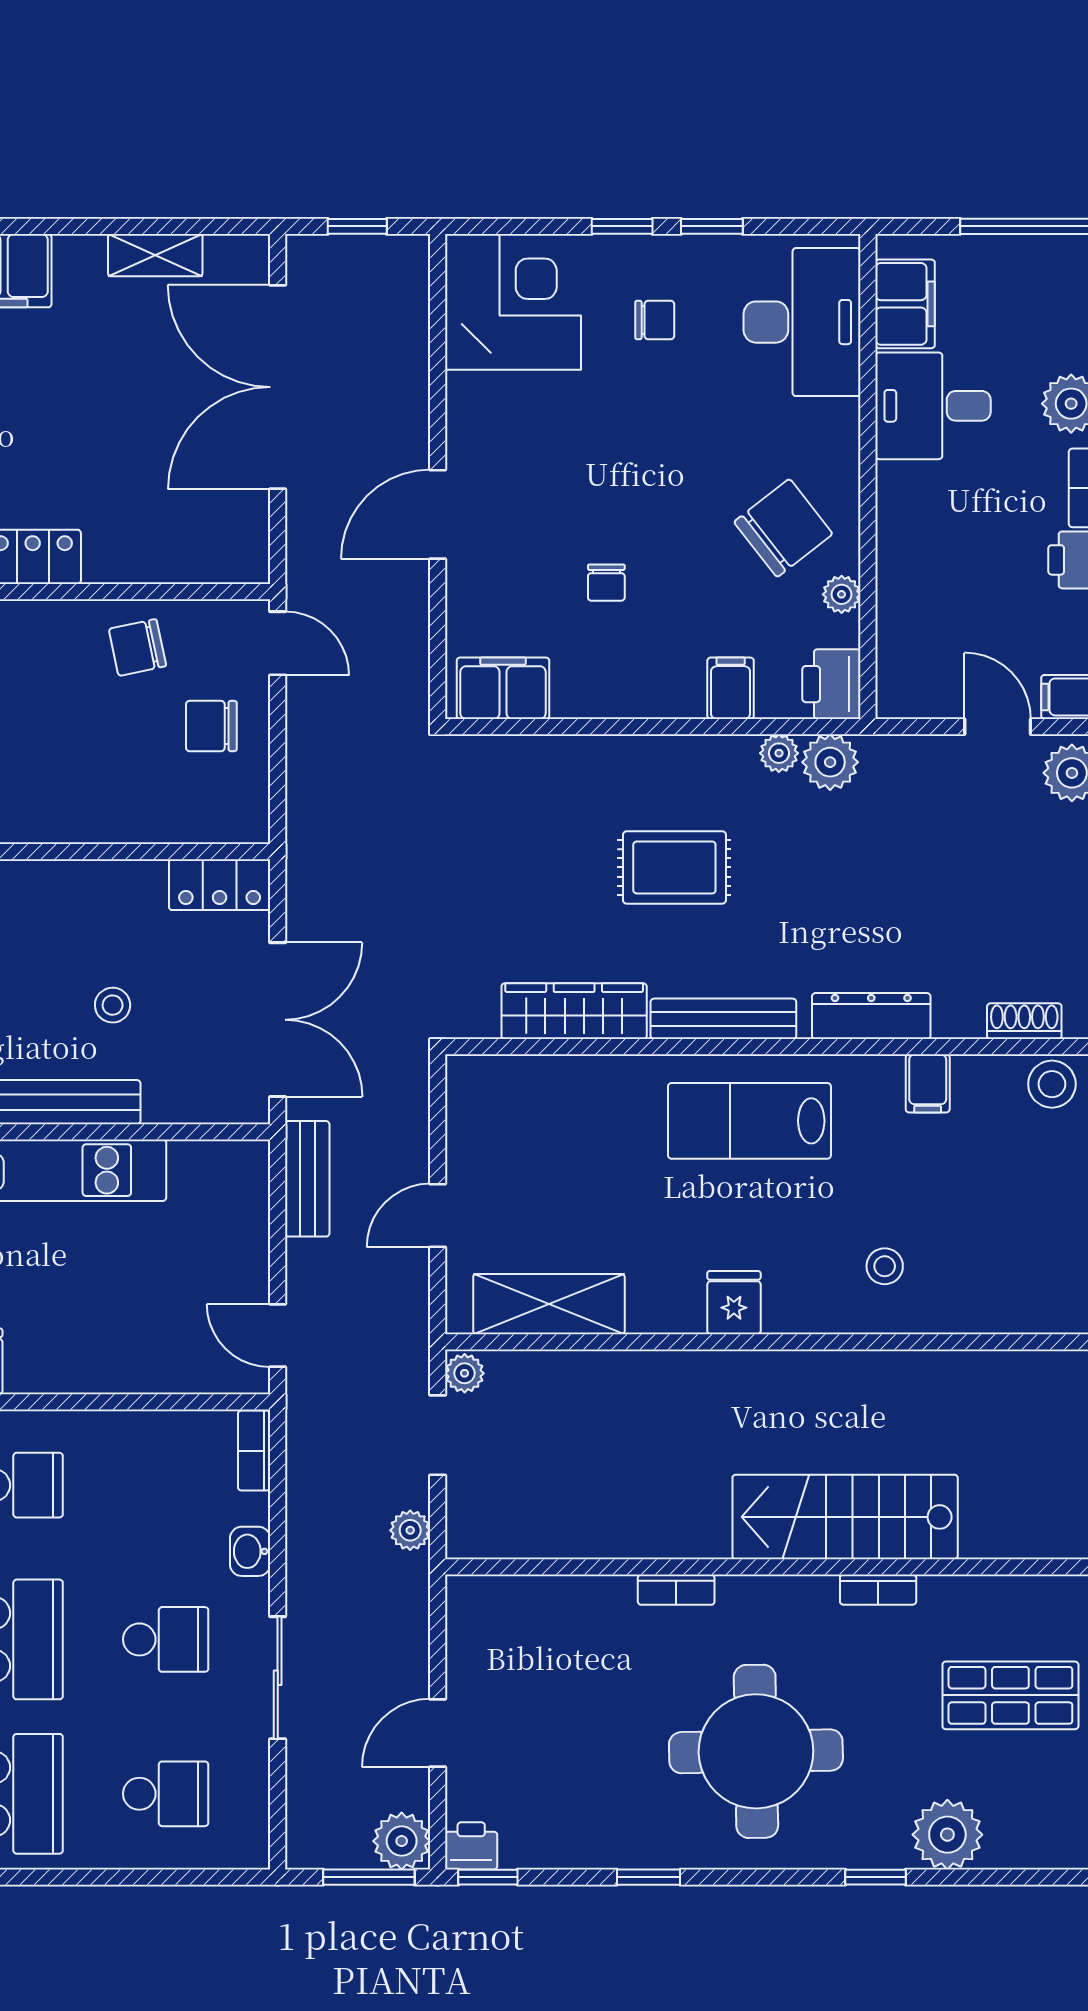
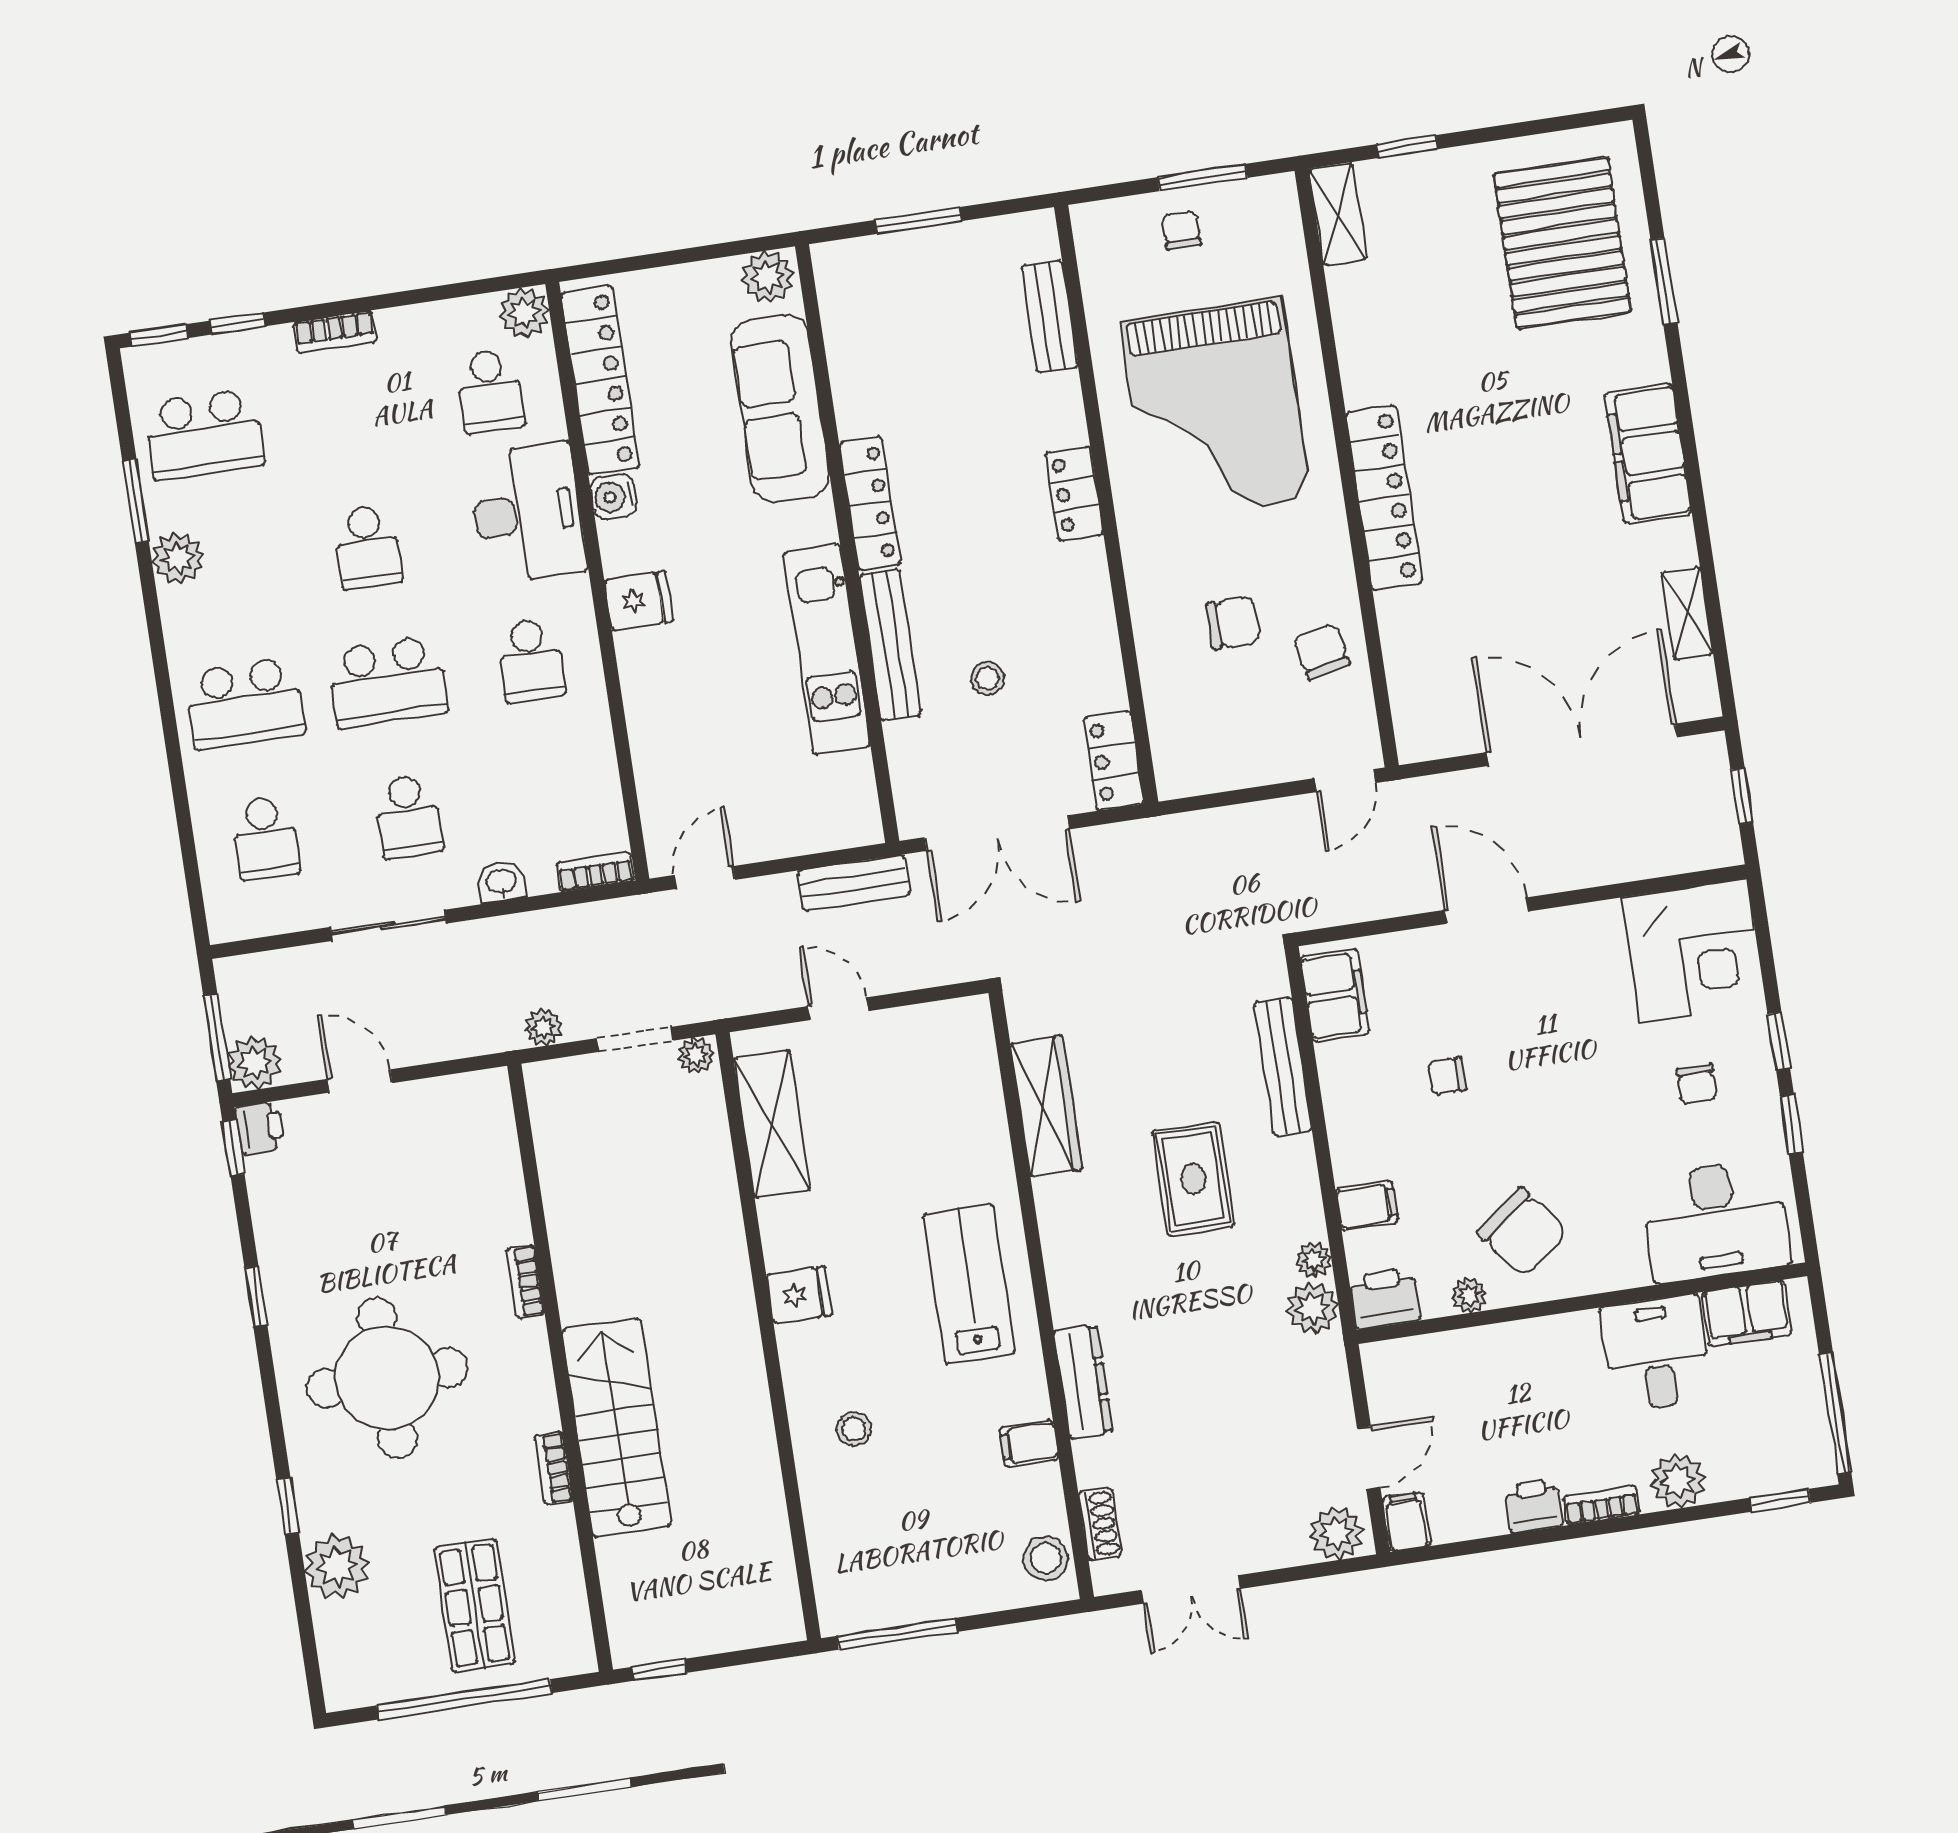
chair: (211, 726) -> (1233, 623), moved, turned 90
bench: (723, 1019) -> (1283, 1067), moved

